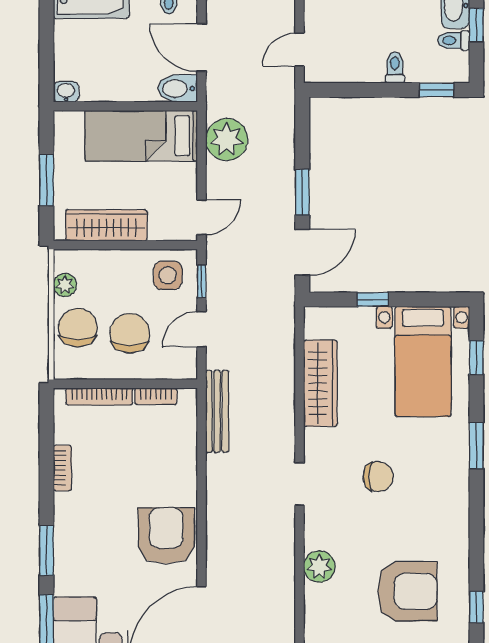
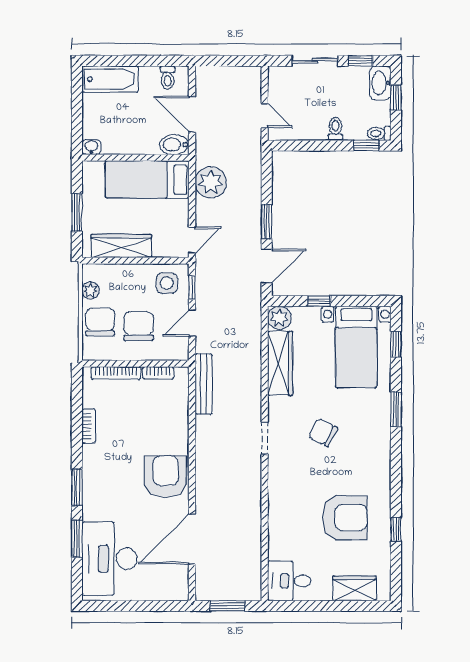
toilet: (454, 41) -> (379, 133), moved
door: (299, 50) -> (265, 116), swing flipped
chair: (378, 477) -> (323, 432), turned -153
plant: (319, 567) -> (279, 318), moved

